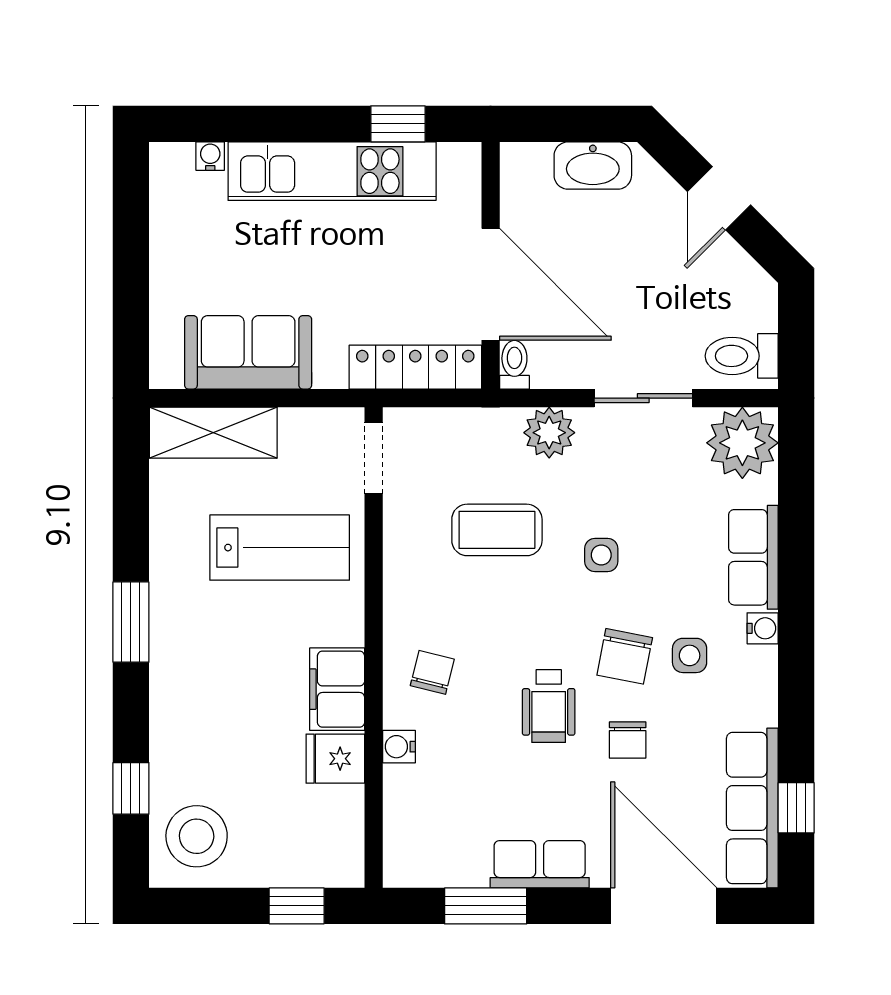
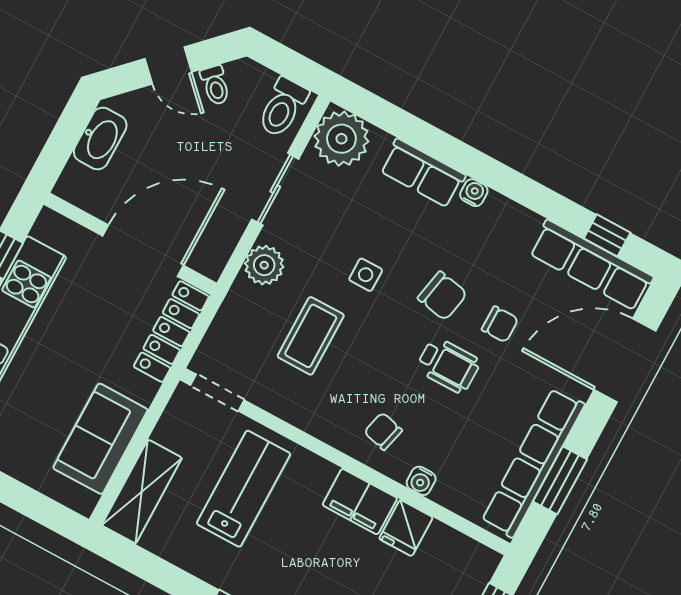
toilet: (514, 365) -> (215, 85), moved, turned -135
side table: (690, 655) -> (466, 252), removed
row of seats: (540, 864) -> (533, 463), width x2.02

